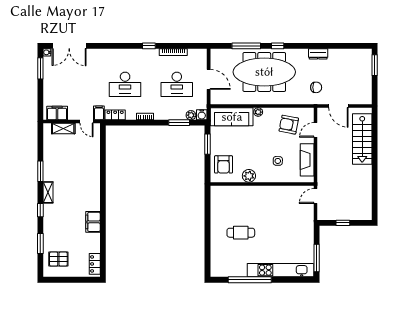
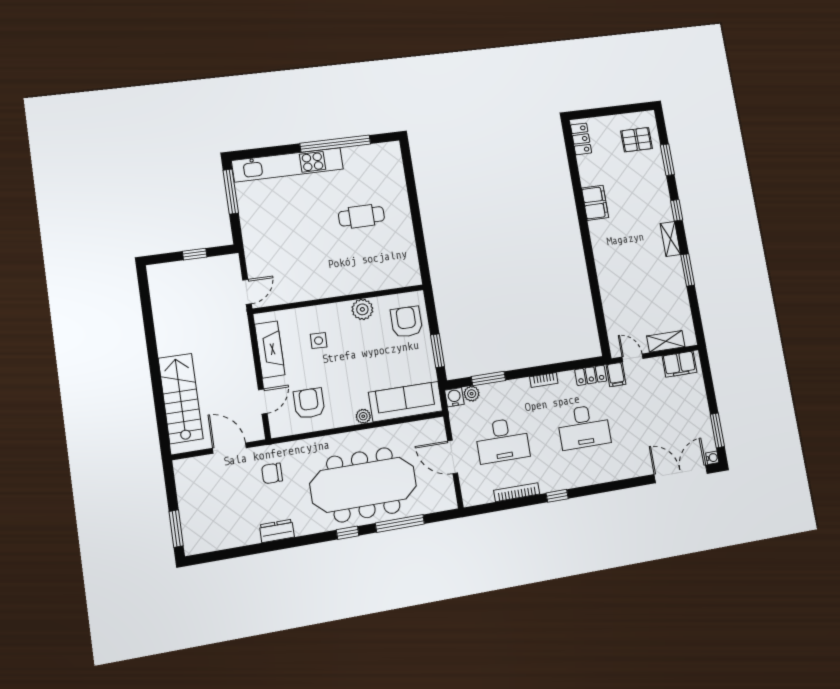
desk: (125, 84) -> (584, 427), turned 180
desk: (177, 84) -> (502, 440), turned 180
armchair: (289, 125) -> (309, 403), turned -101

